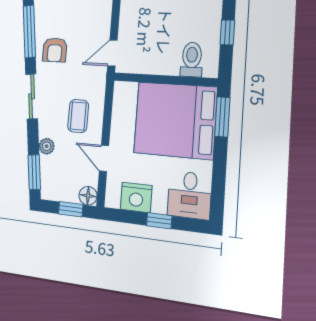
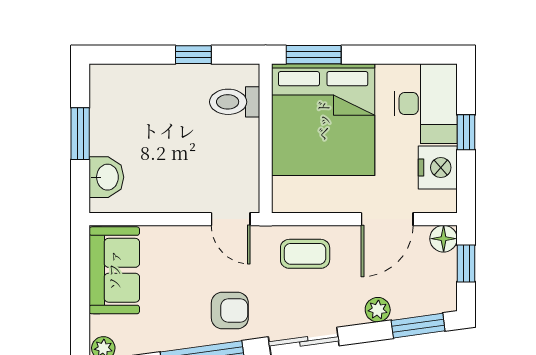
coffee table: (78, 116) -> (305, 254), moved
door: (104, 158) -> (387, 219), width x1.38
desk: (189, 195) -> (426, 104), width x1.37

